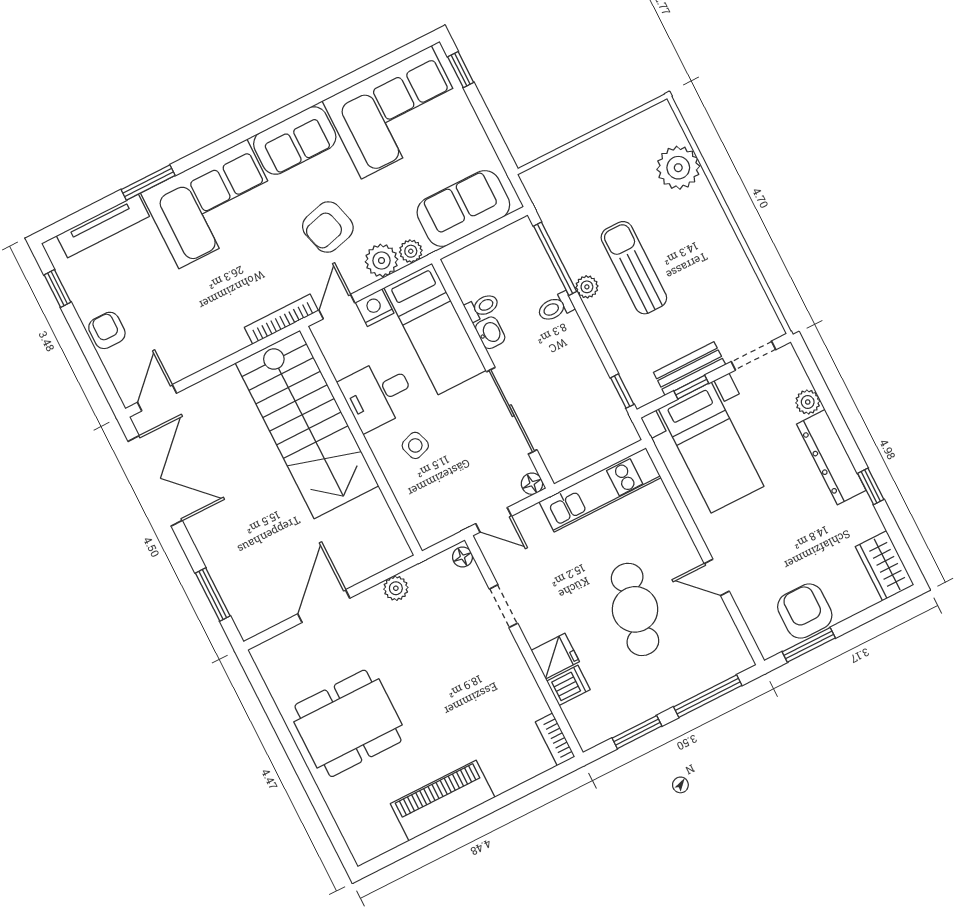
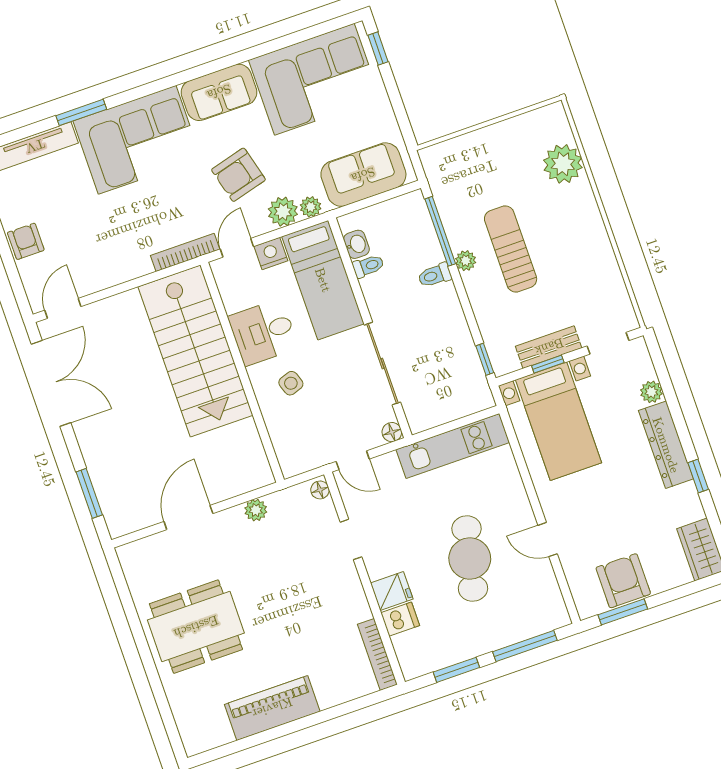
washbasin: (490, 333) -> (356, 244), moved
bookcase: (555, 739) -> (377, 654), width x1.56

